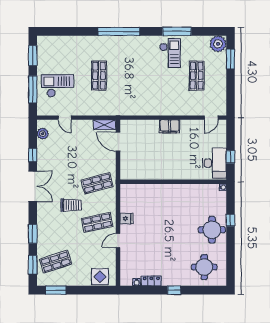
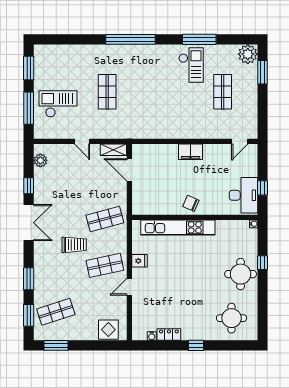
door: (65, 118) -> (82, 141), moved
chair: (170, 170) -> (191, 203), added
kitchen unit: (159, 190) -> (178, 227), added

